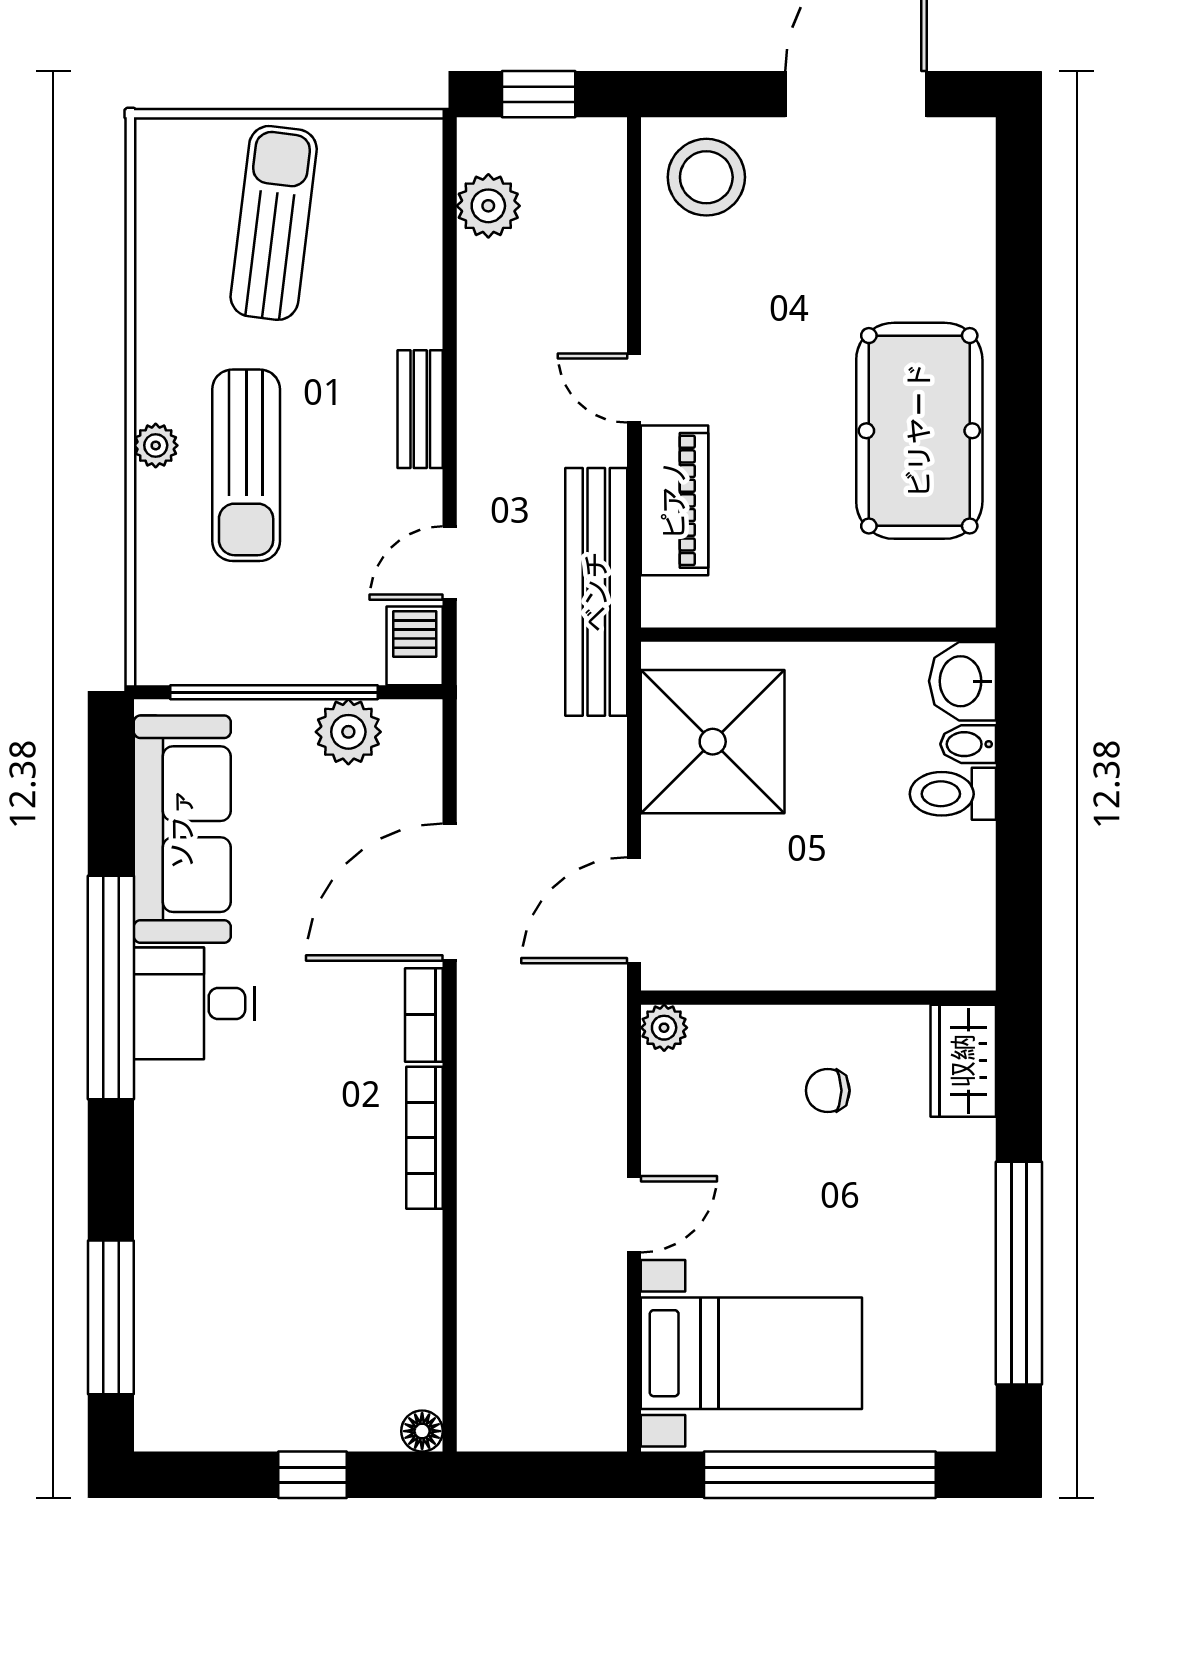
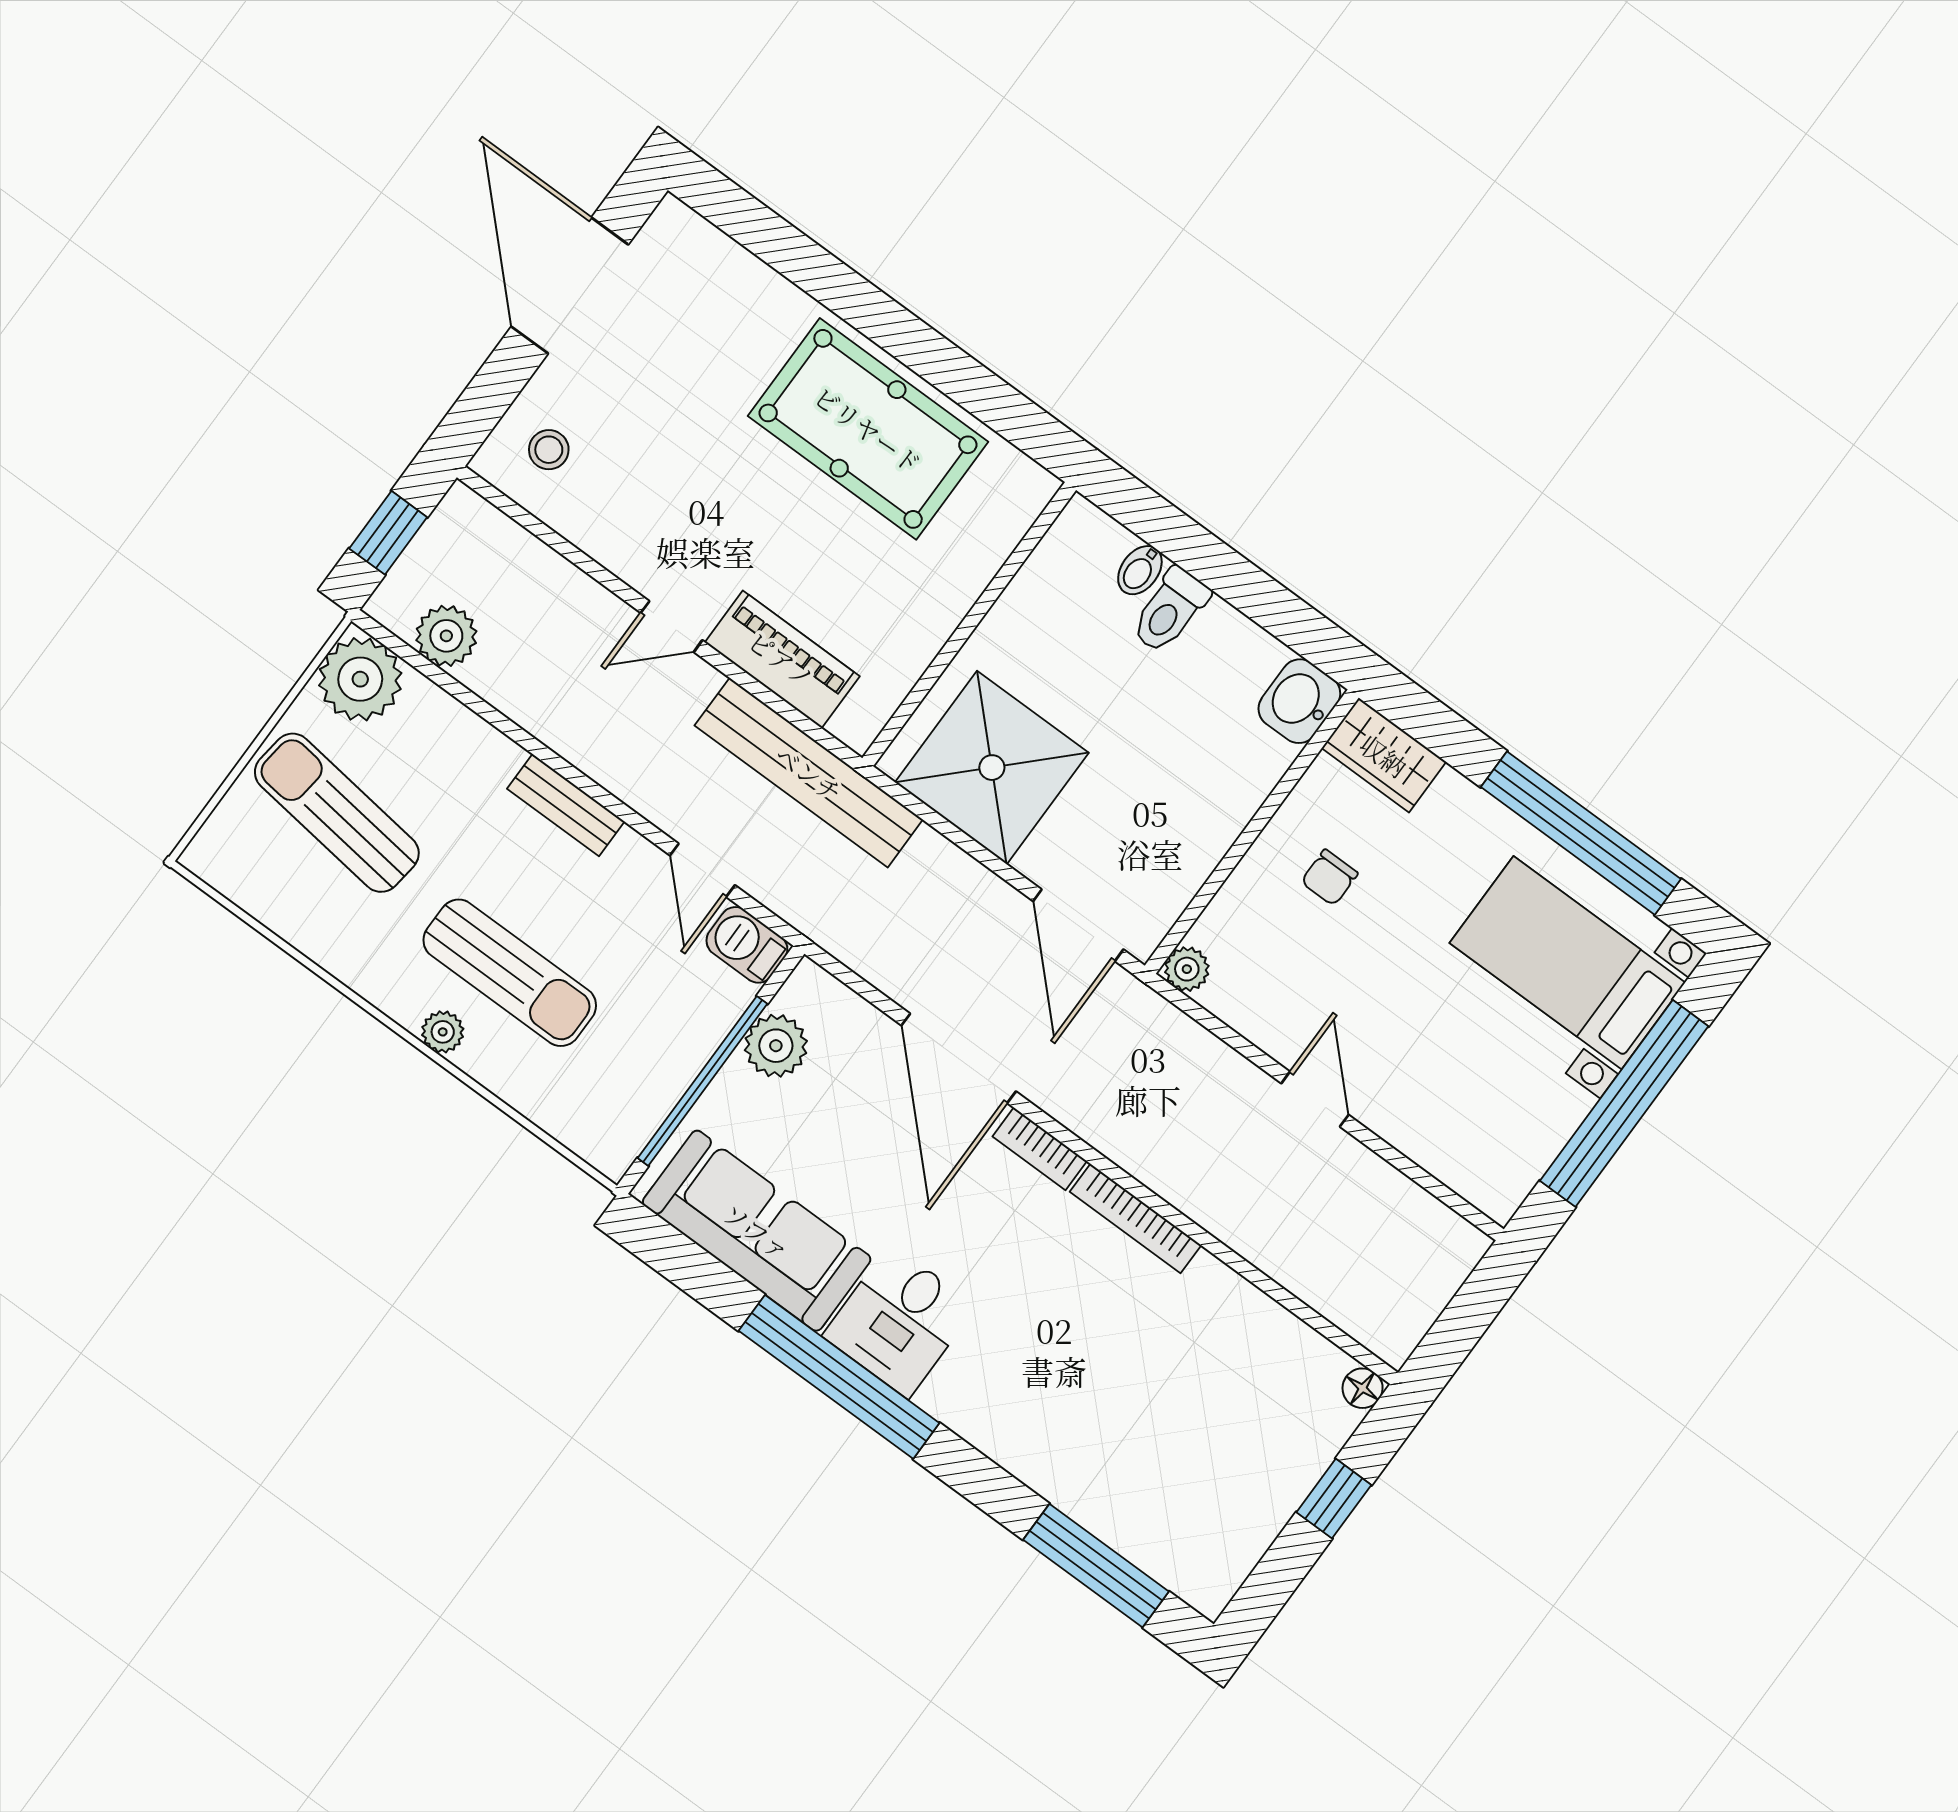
plant: (399, 161) -> (360, 679), added
stool: (706, 177) -> (549, 450), width x0.53, depth x0.53
washbasin: (963, 681) -> (1299, 701), moved, turned 90
bed with nightstands: (751, 1353) -> (1567, 963), moved, turned -90

